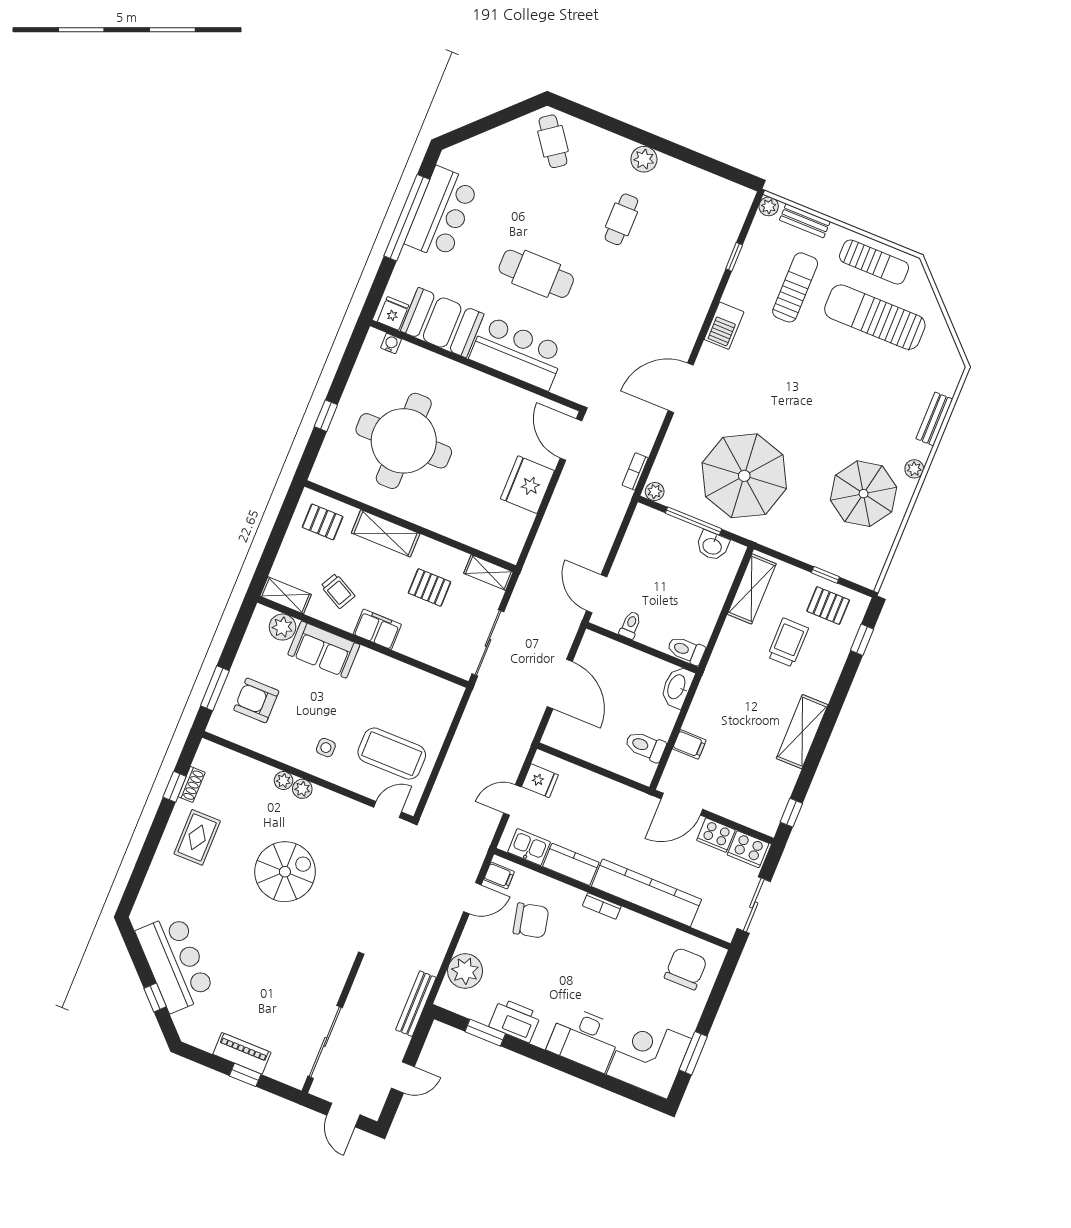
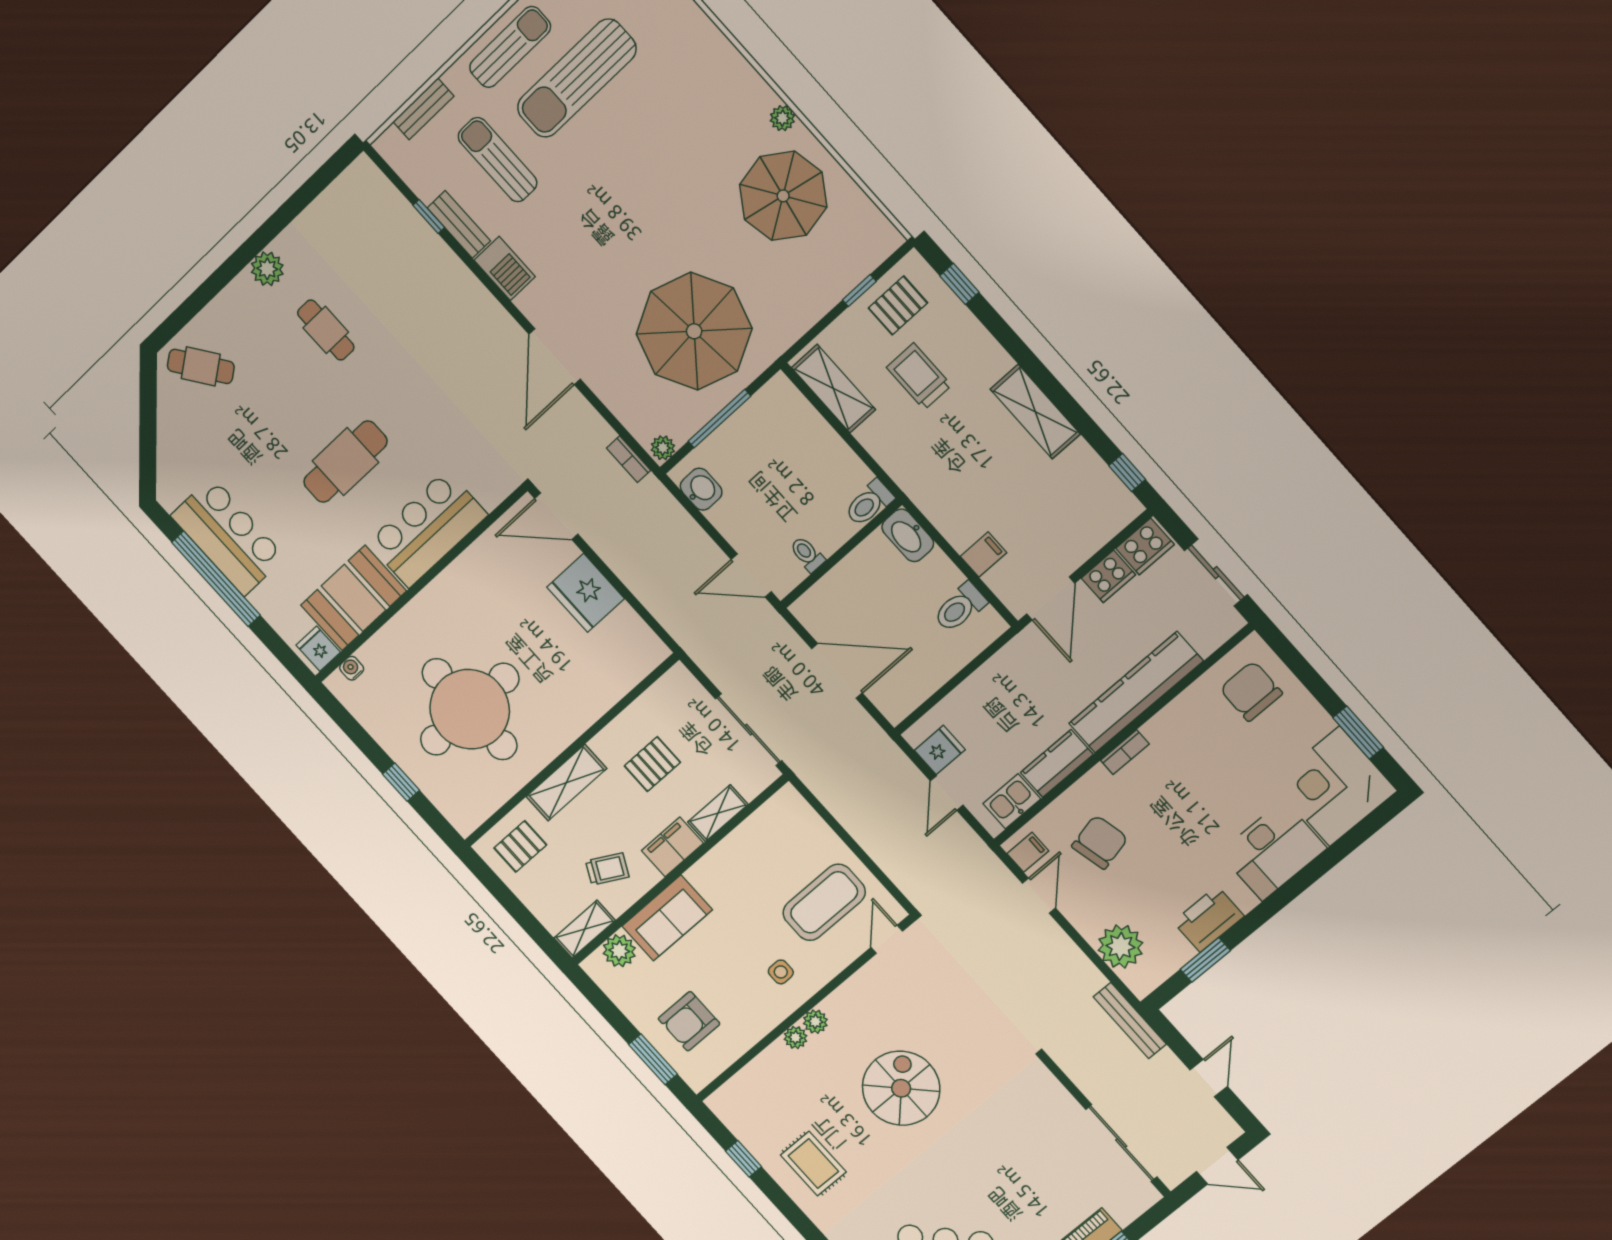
plant: (769, 206) -> (387, 145), removed
bench: (934, 419) -> (459, 224), moved
washbasin: (712, 546) -> (701, 489), moved, turned -90
shelving: (488, 573) -> (718, 813), moved
shoe rack: (192, 784) -> (750, 1139), removed

